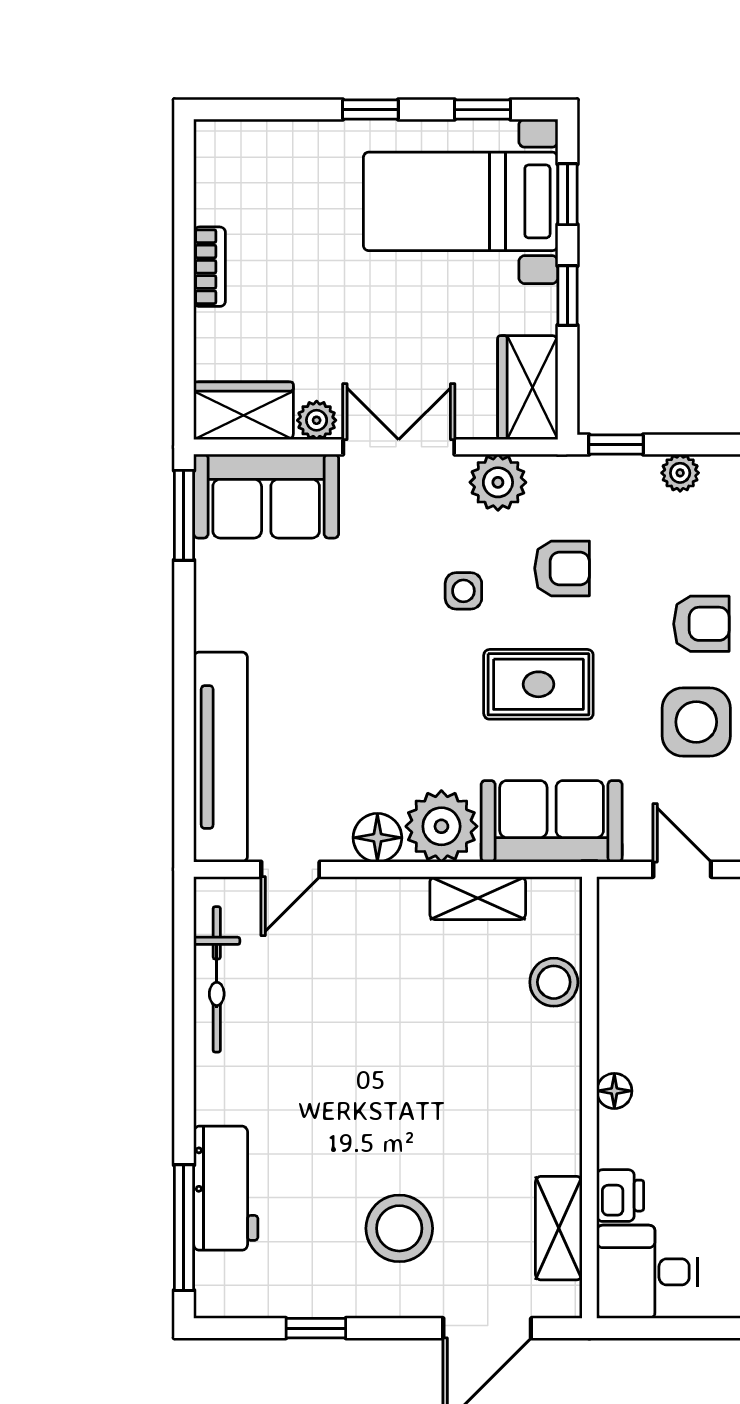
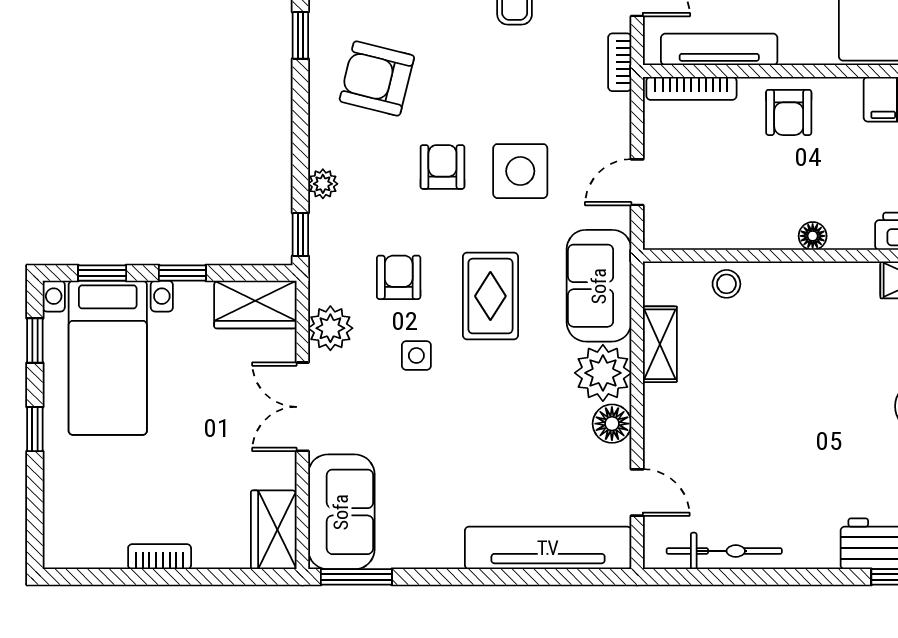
plant: (317, 420) -> (281, 472), removed
stool: (554, 982) -> (726, 284), width x0.73, depth x0.73

